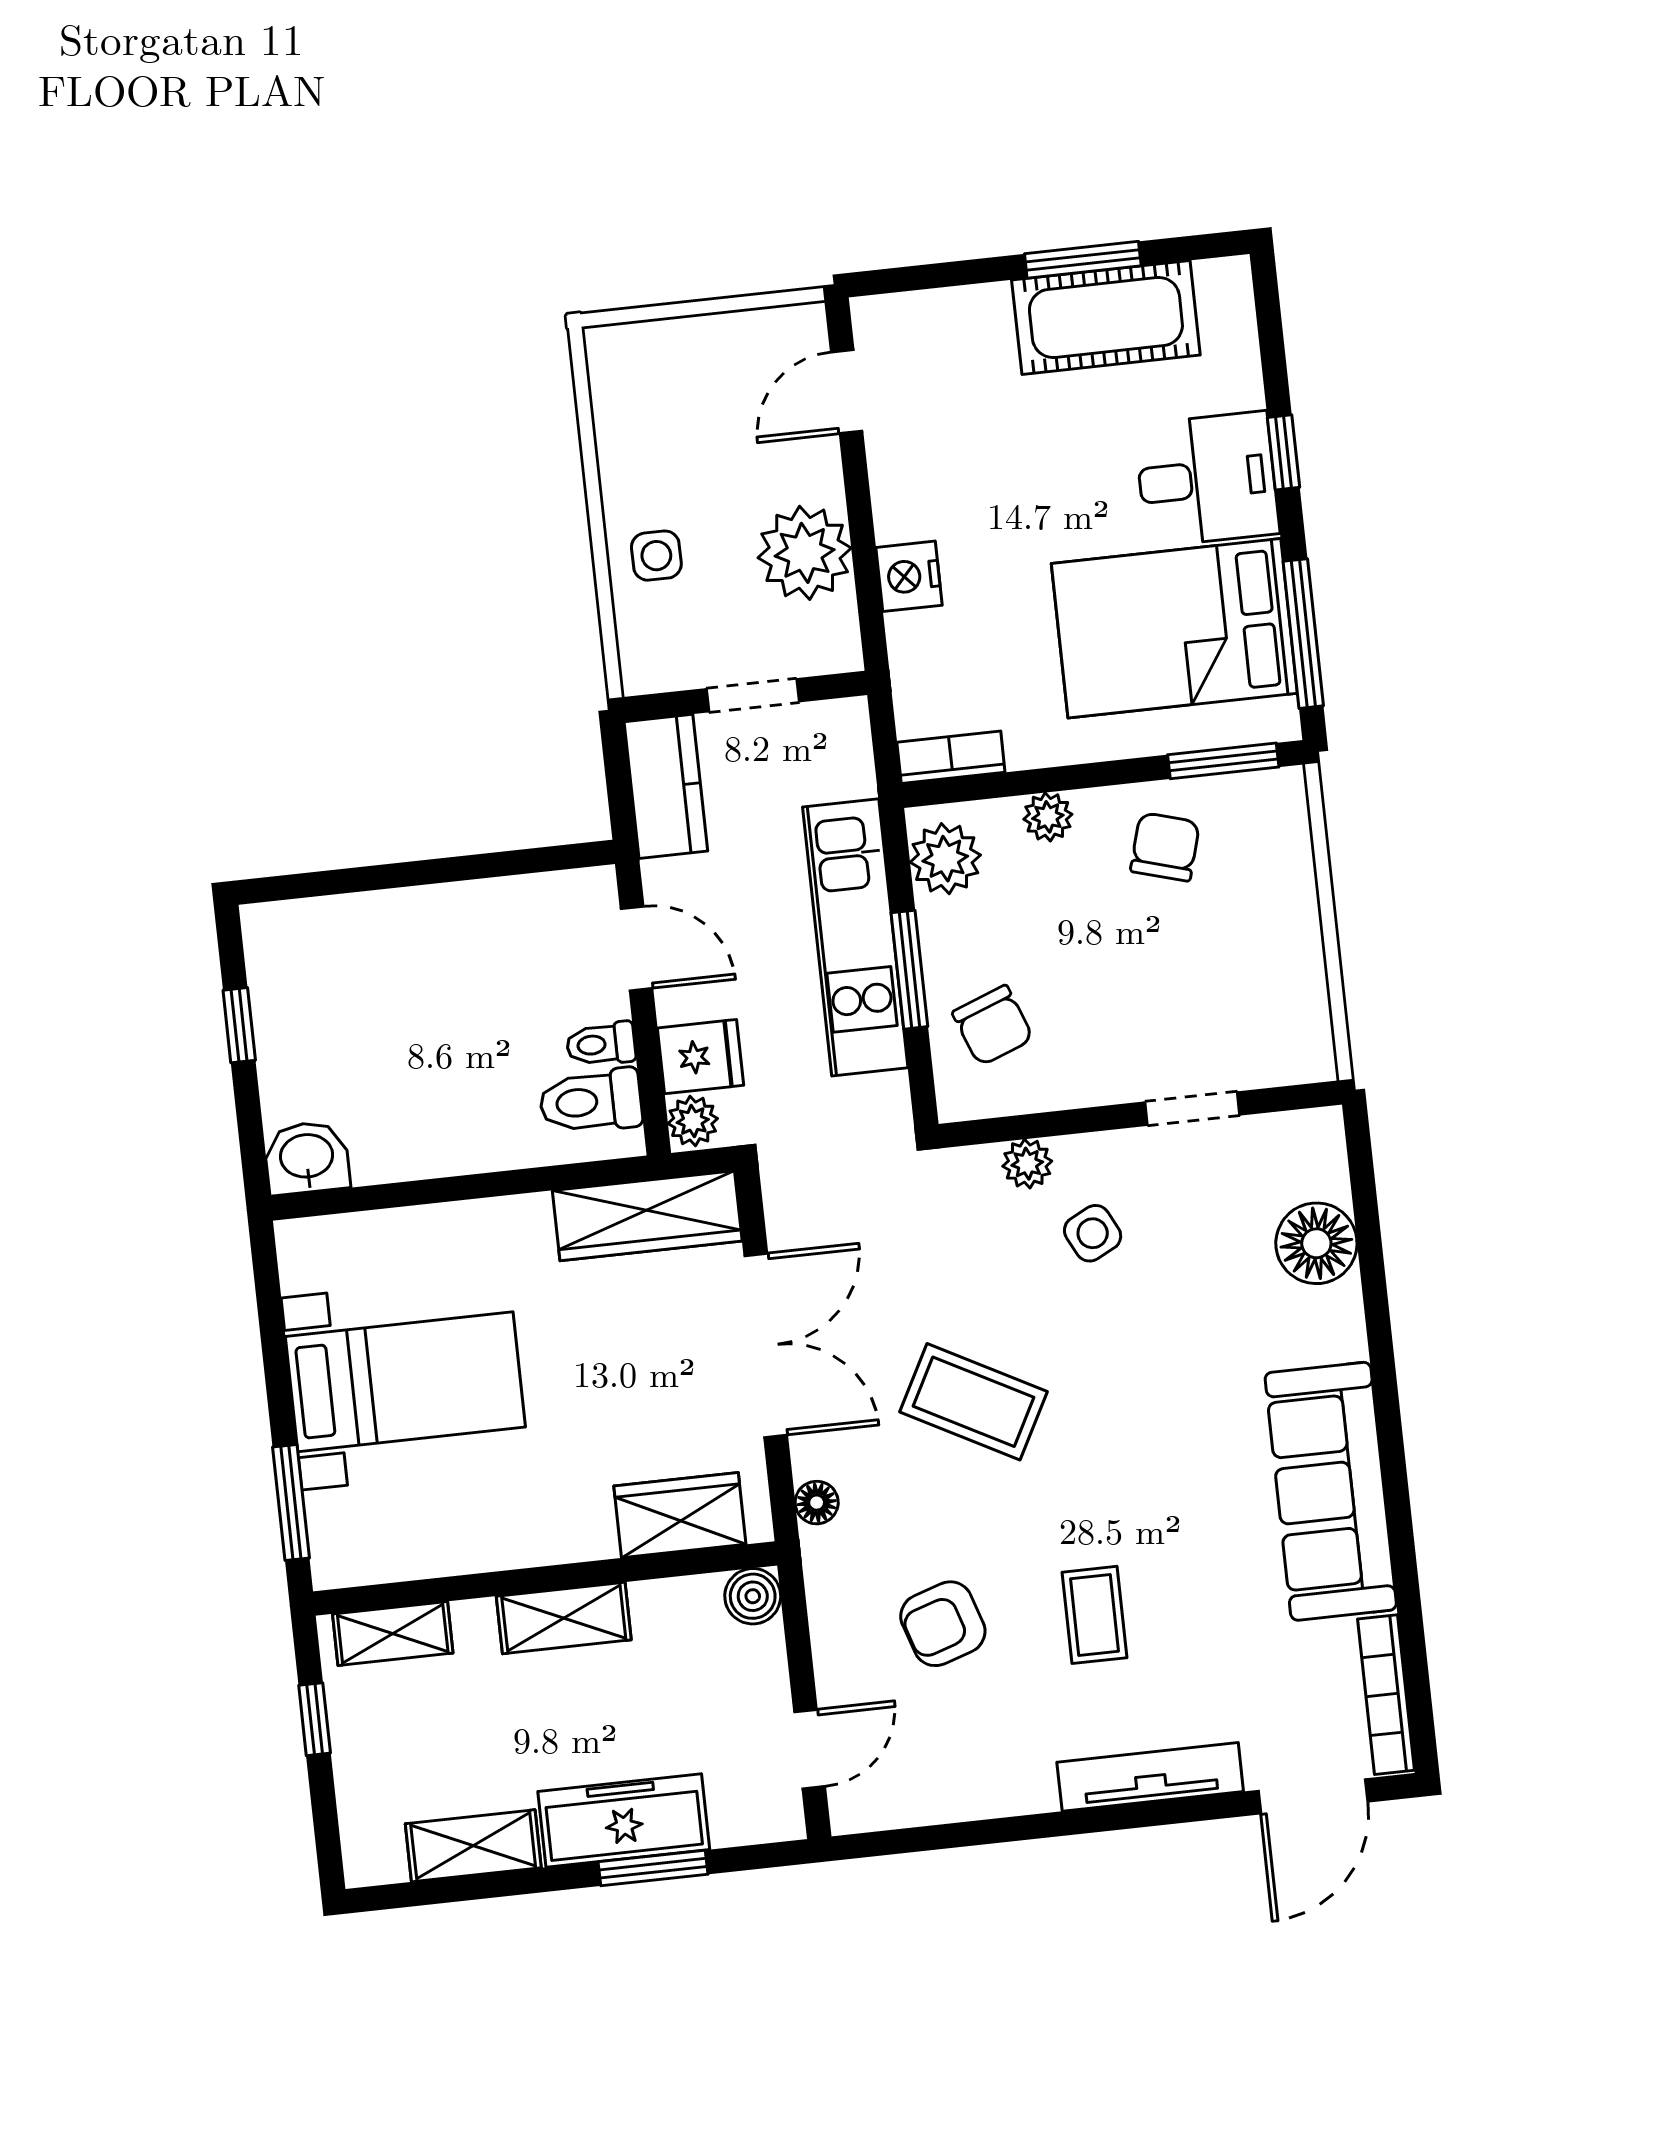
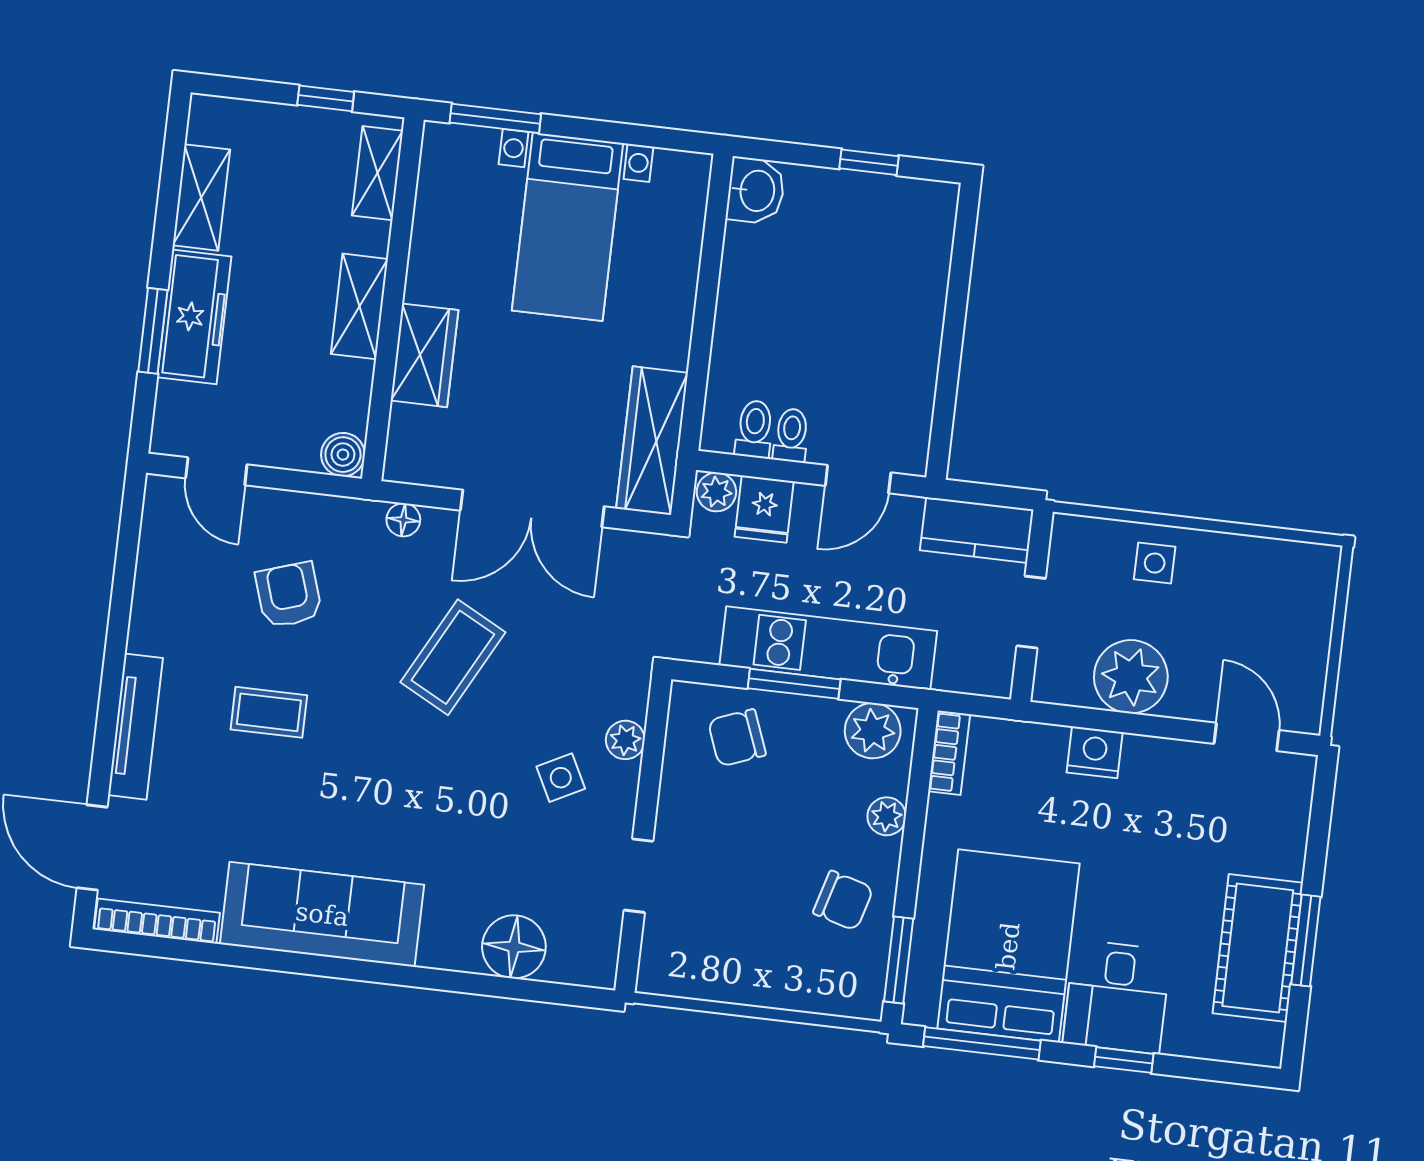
toilet: (591, 1101) -> (754, 429), width x0.73, depth x0.72
wardrobe: (680, 1515) -> (424, 355), moved

